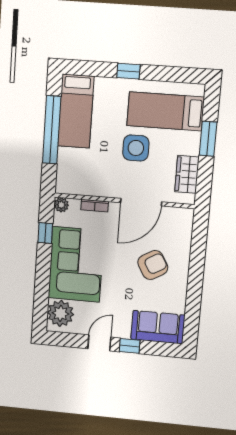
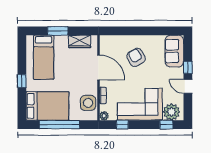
bed: (76, 111) -> (47, 106), width x1.50
side table: (136, 148) -> (88, 103), moved
window: (41, 303) -> (166, 125), added

